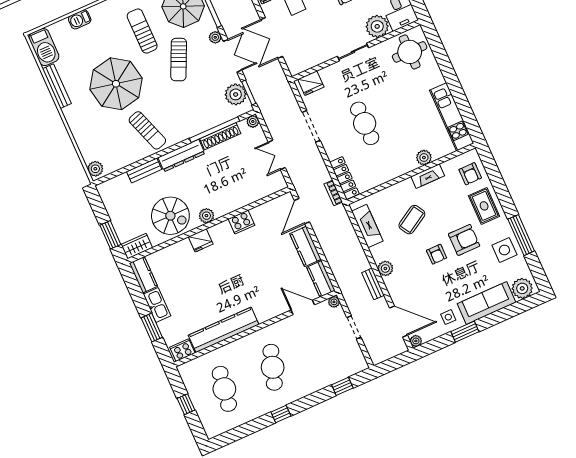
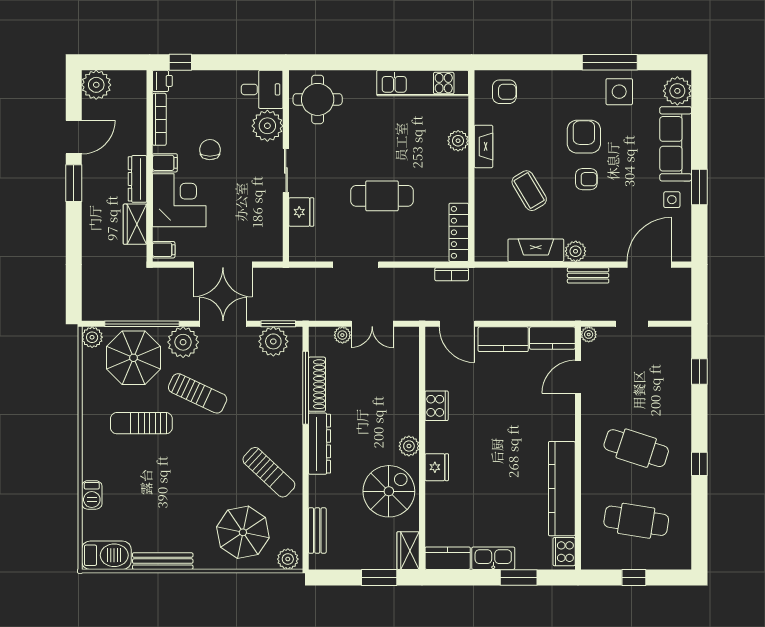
plant: (215, 37) -> (183, 342), width x1.88, depth x1.88
fridge: (311, 83) -> (301, 212), moved
parasol: (116, 84) -> (243, 532), moved, width x0.73, depth x0.73
plant: (253, 121) -> (342, 335), moved
sun lounger: (147, 130) -> (269, 472), turned 62
bench: (144, 170) -> (317, 531), moved
locker: (344, 178) -> (459, 232), moved, turned -90
rug: (484, 206) -> (552, 92), removed
fireplace: (367, 226) -> (536, 250), moved
plant: (416, 341) -> (684, 254), removed

